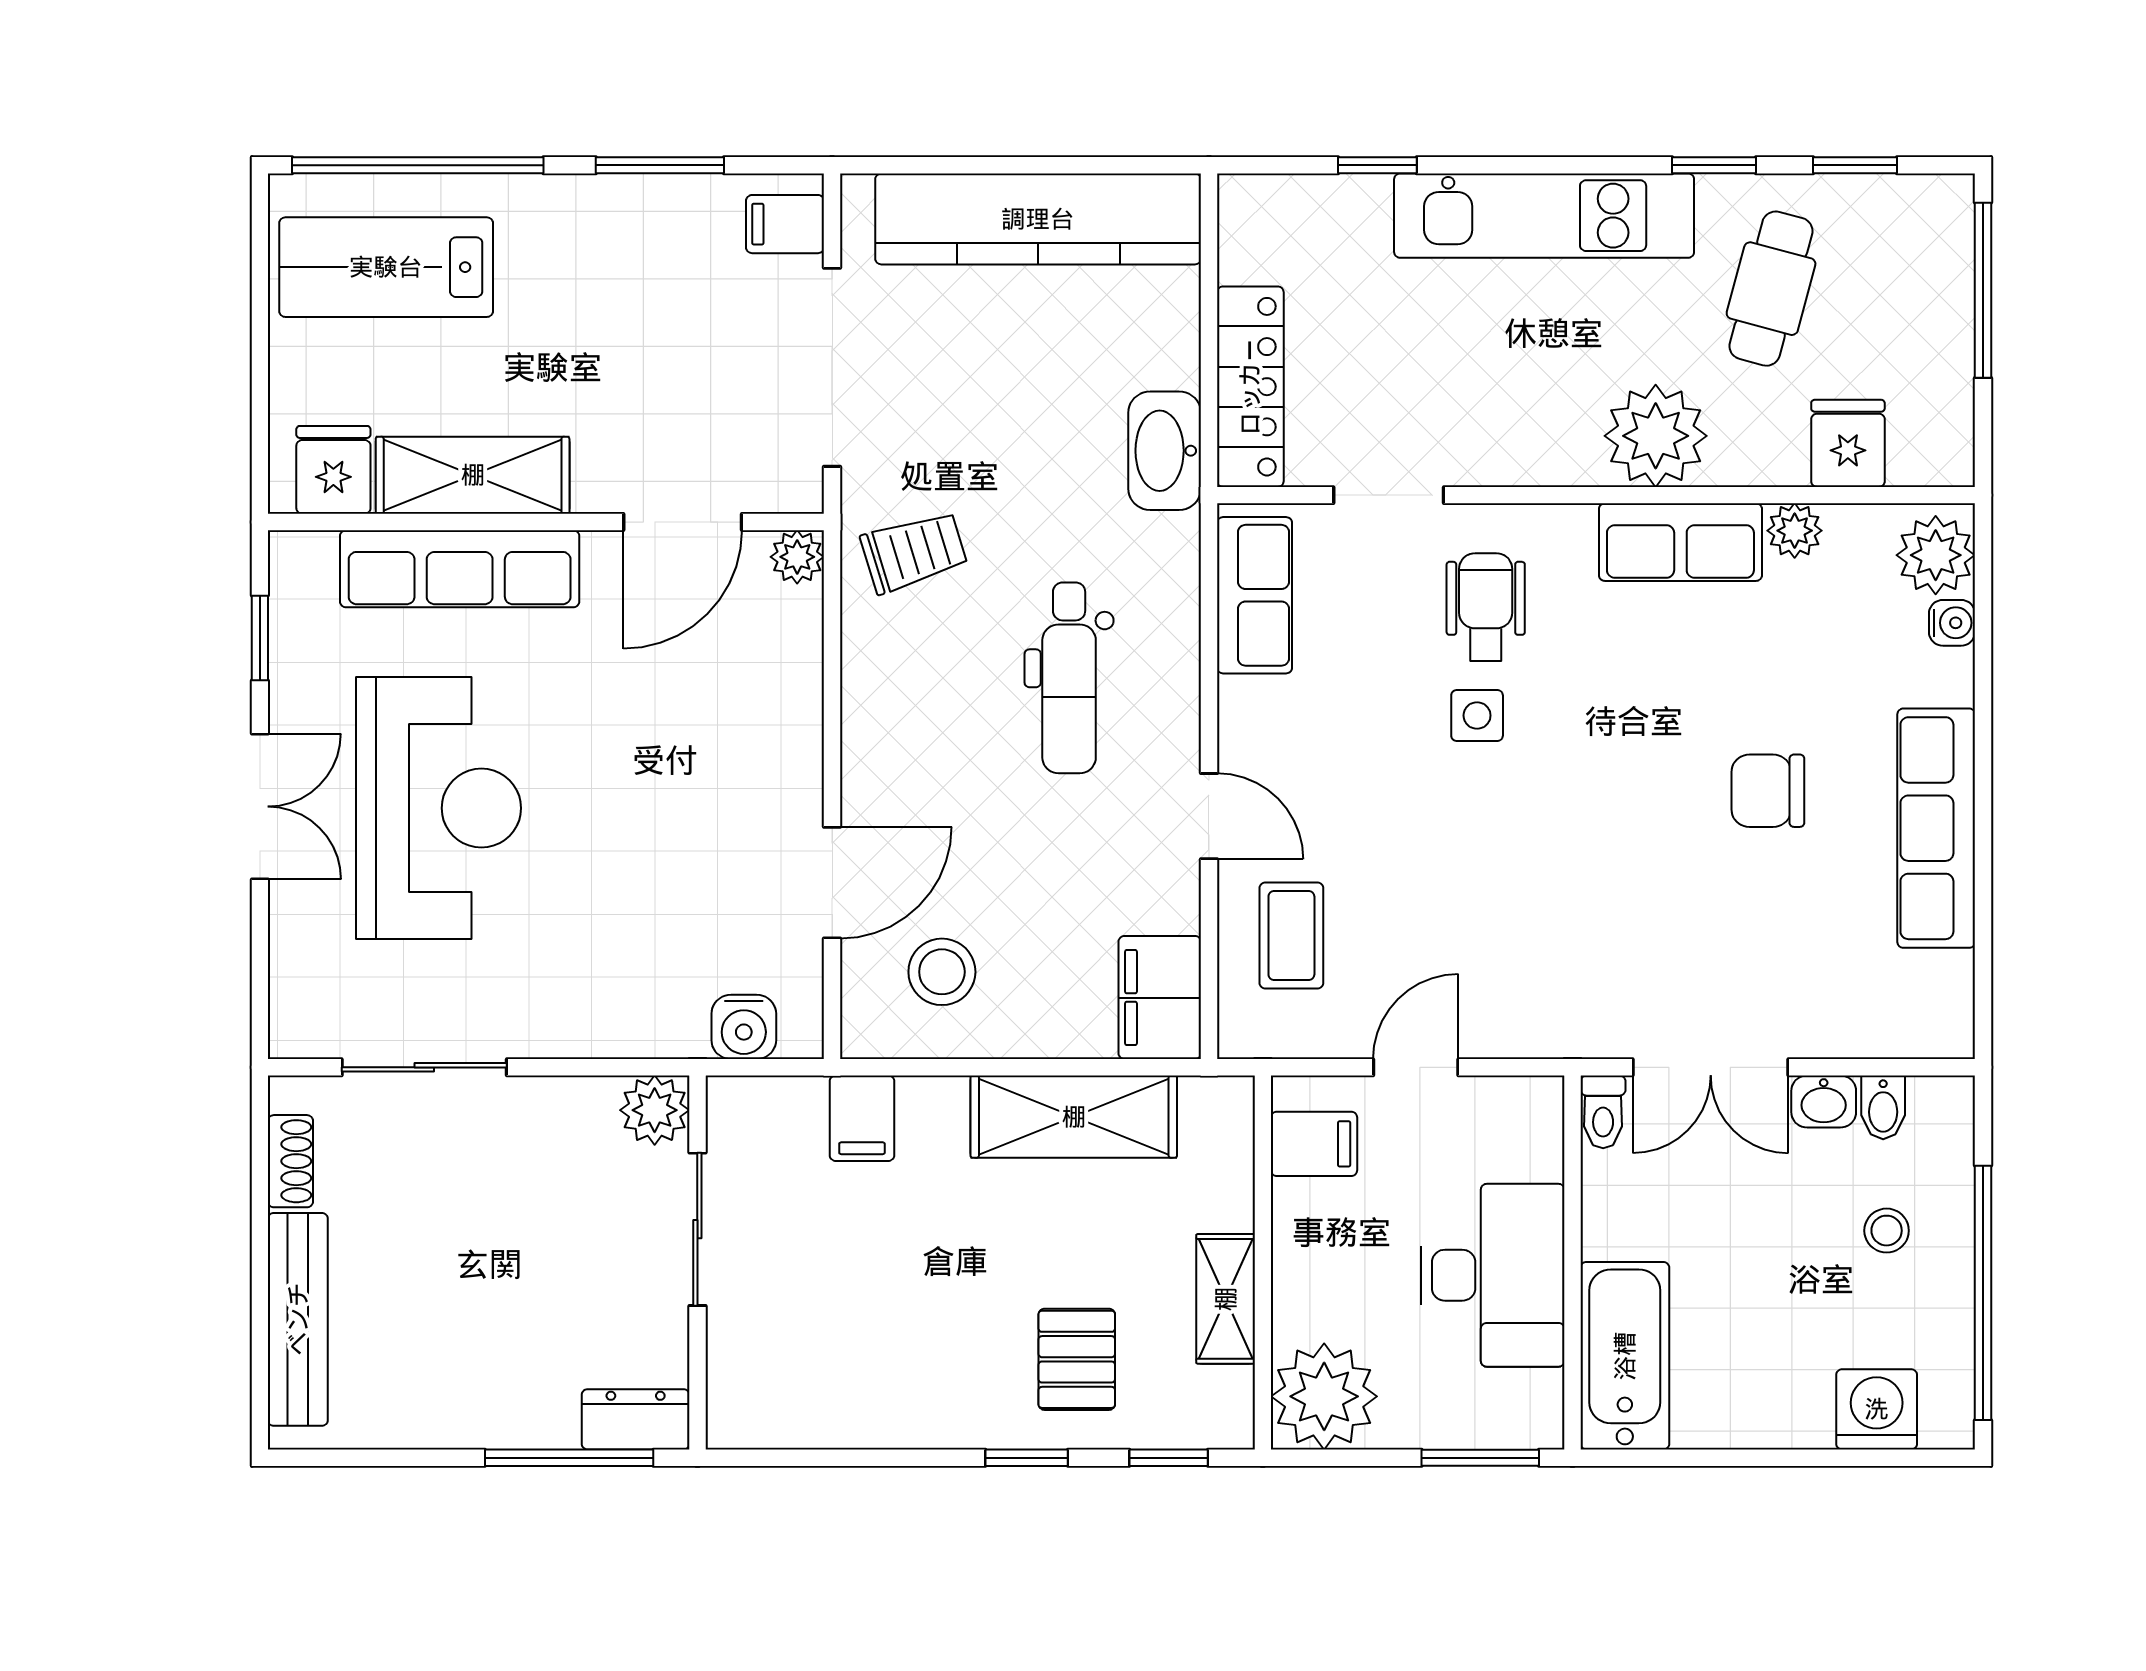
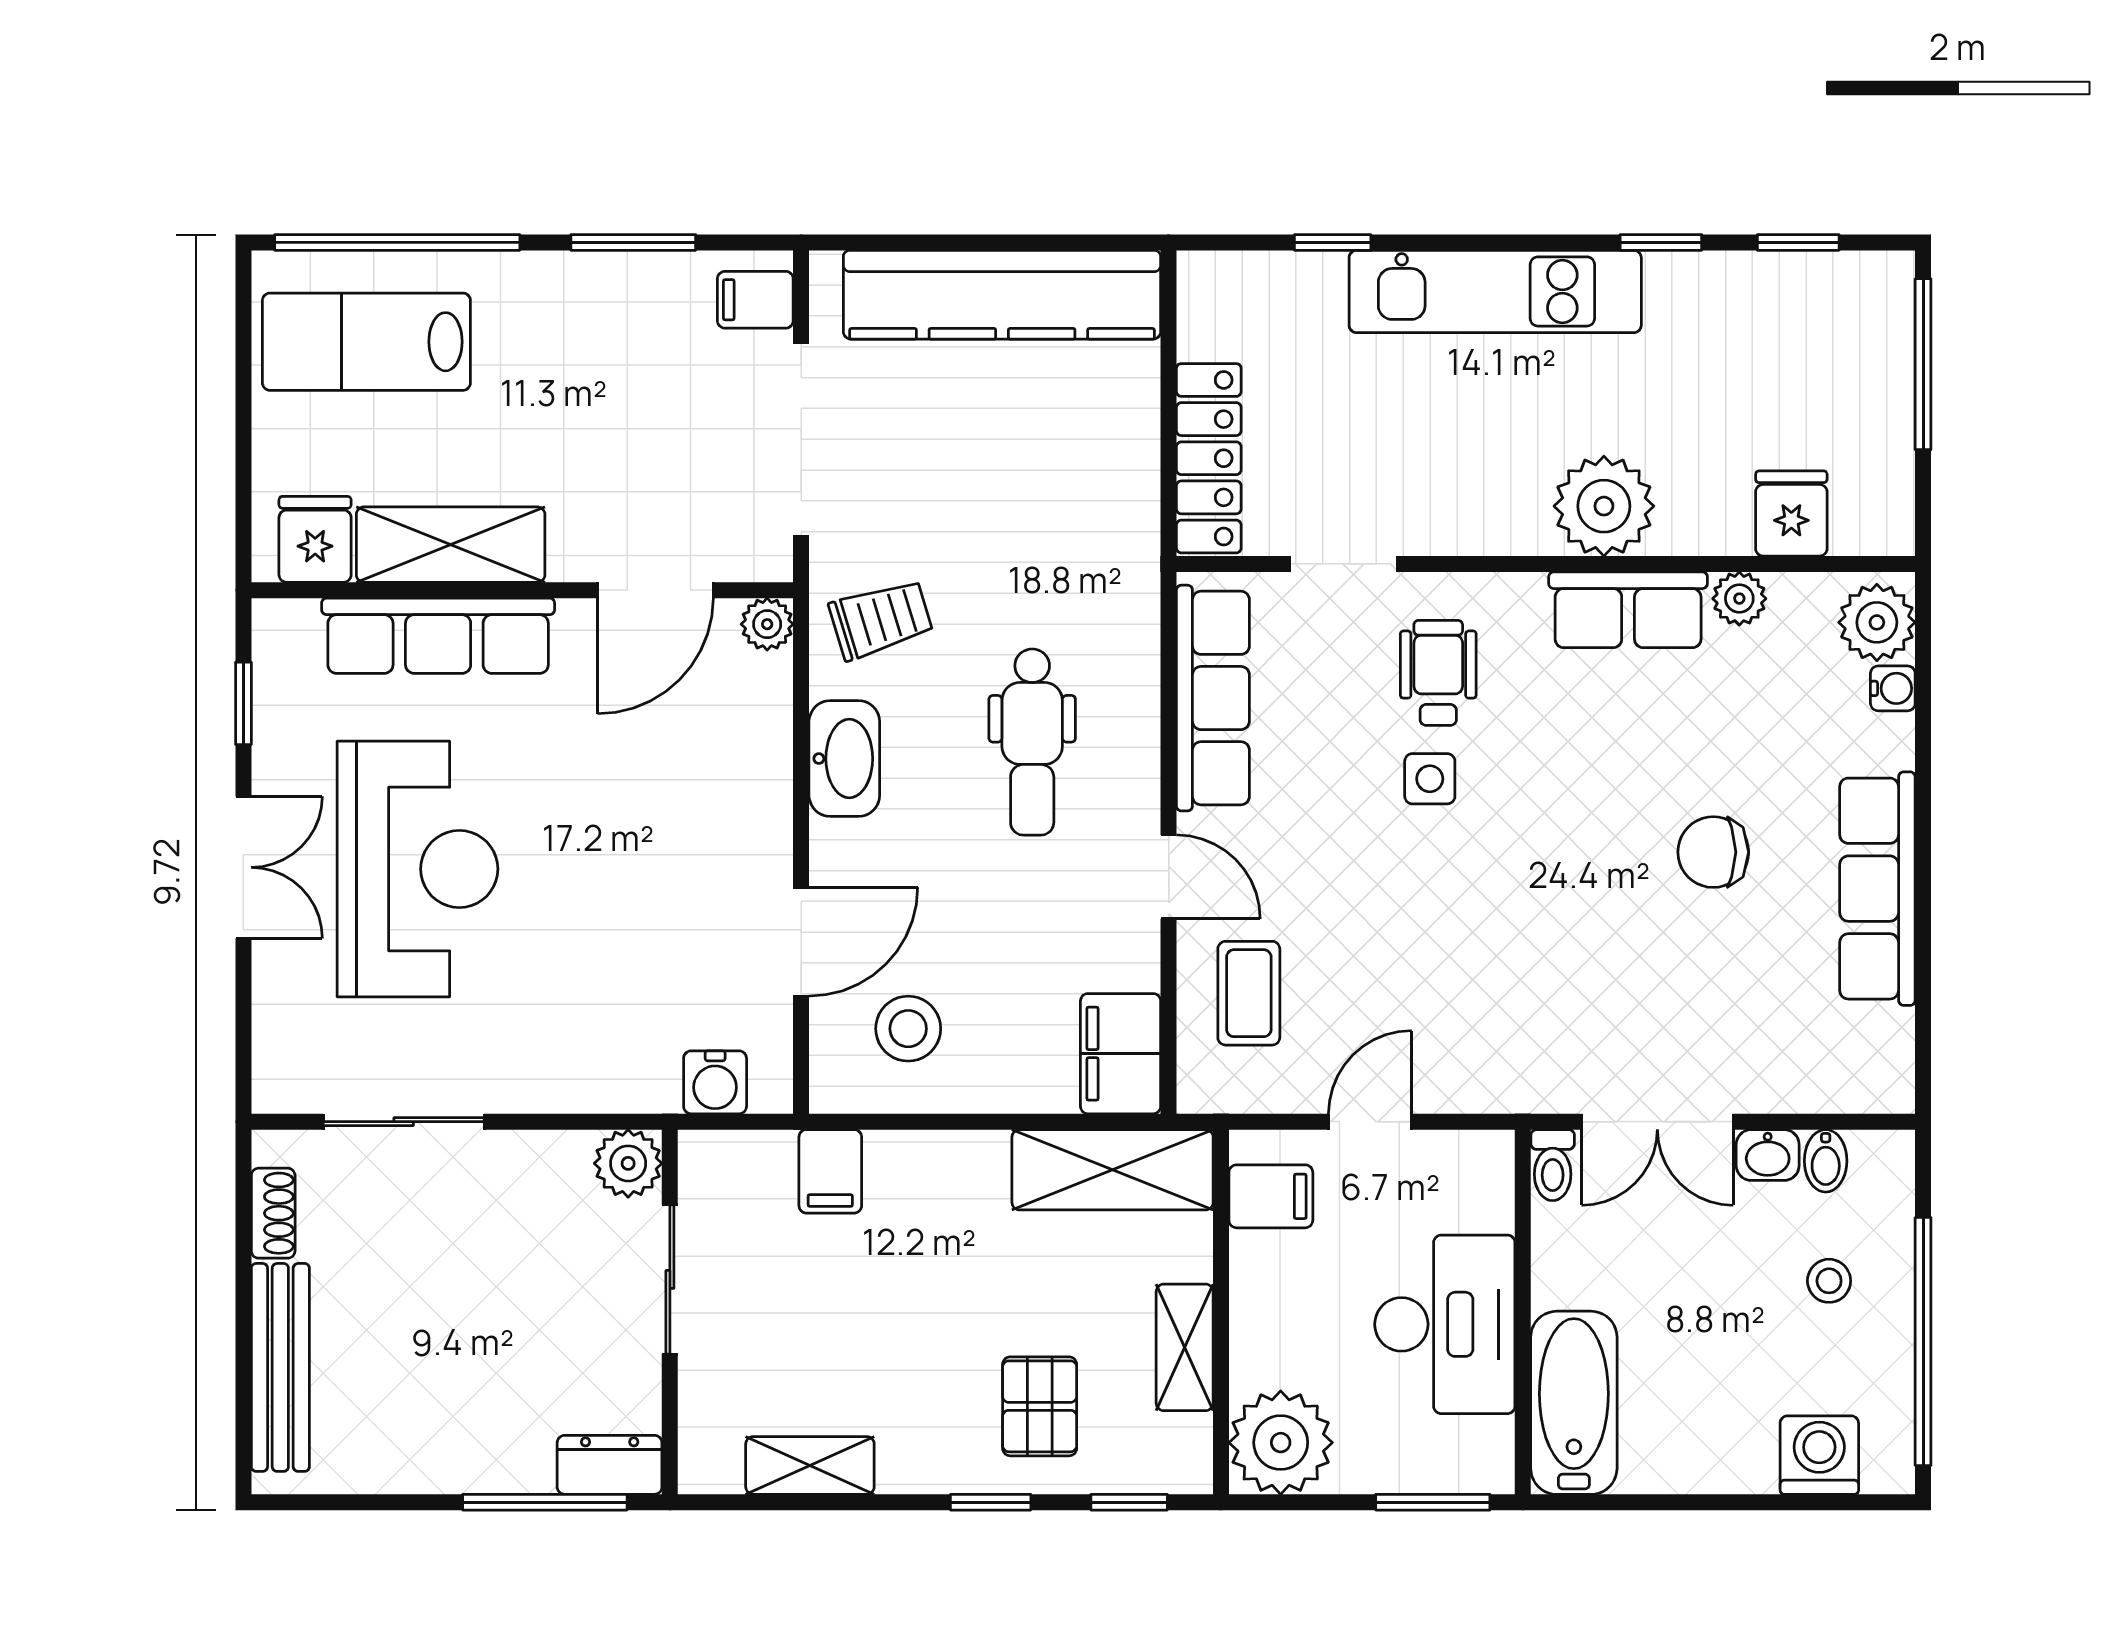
cafe table: (1771, 289) -> (1716, 363), removed
washbasin: (1165, 451) -> (844, 759), moved, turned 180
row of seats: (1255, 595) -> (1213, 698), width x1.48
shelving: (1074, 1117) -> (1113, 1170), moved
shelving: (841, 1420) -> (810, 1465), added

